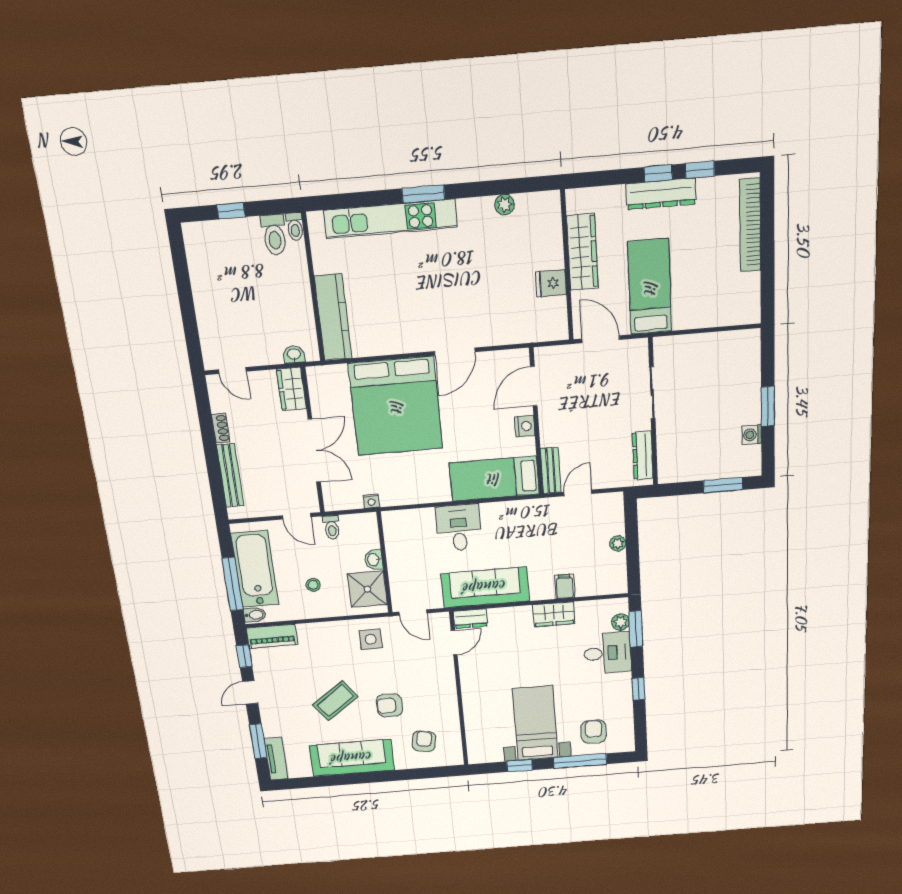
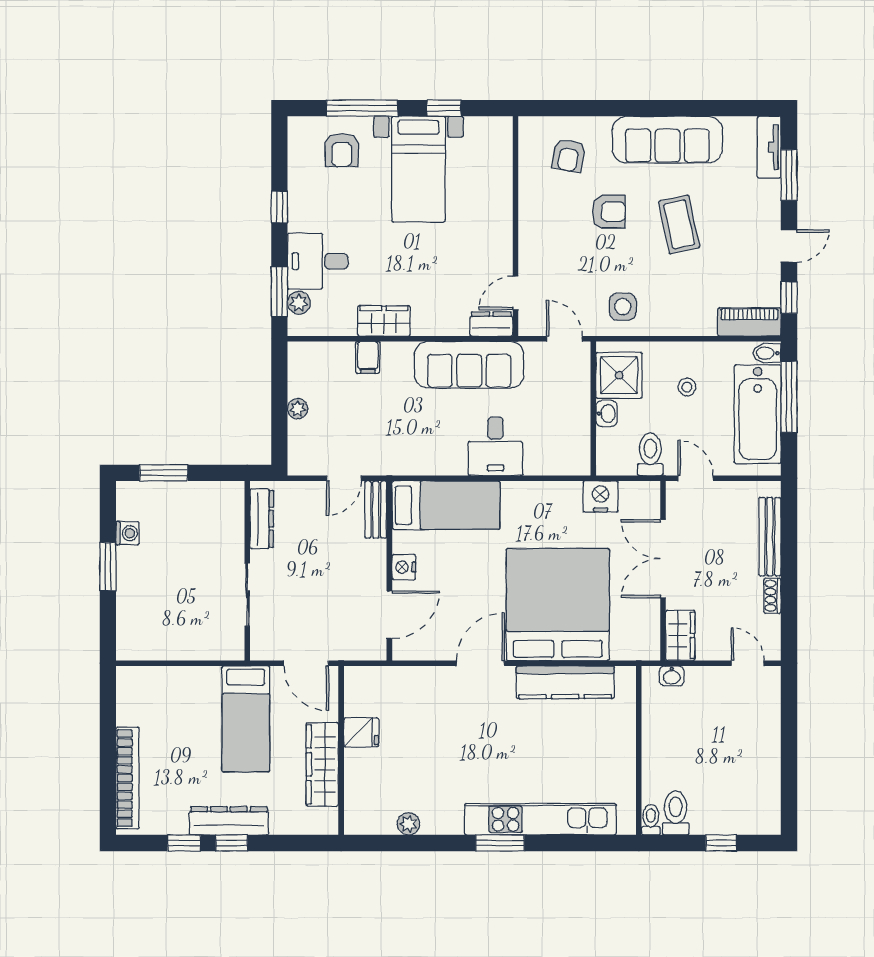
kitchen counter: (333, 317) -> (565, 682), moved, turned -90
nightstand: (371, 501) -> (601, 497), width x1.89, depth x1.79
toilet: (332, 527) -> (650, 454), width x1.37, depth x1.39
coffee table: (335, 701) -> (679, 224), turned -66

